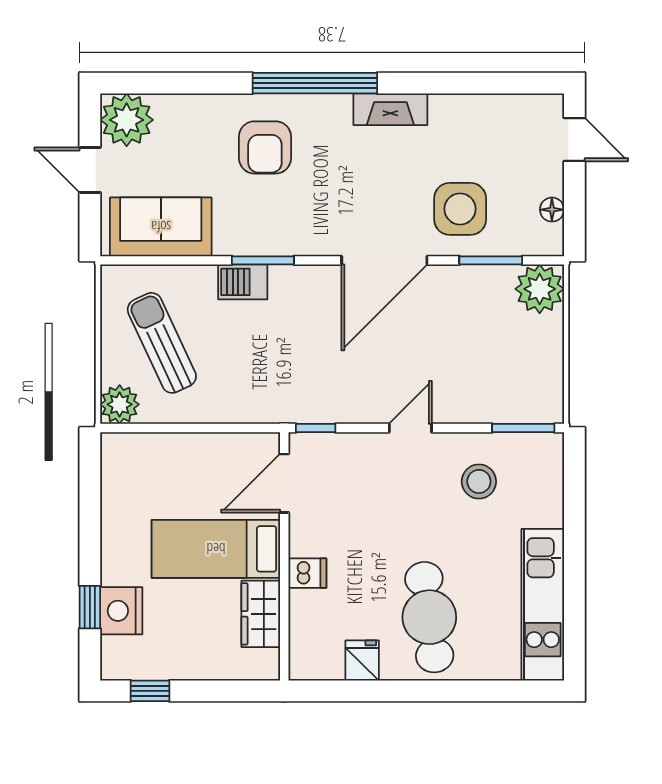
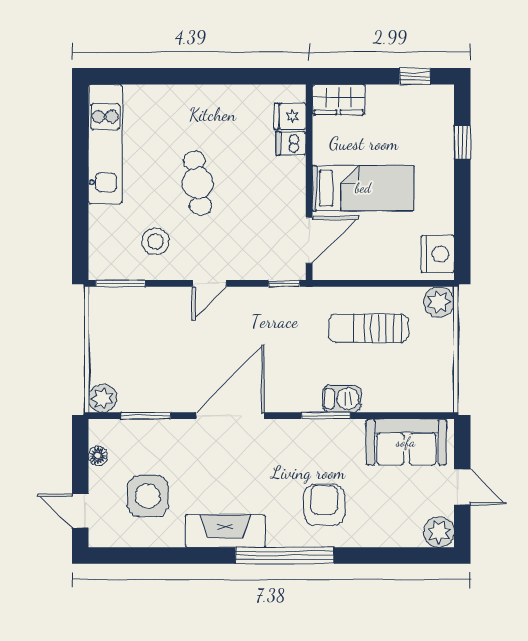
fireplace: (390, 109) -> (225, 531), width x1.37, depth x1.32
plant: (127, 120) -> (439, 532), width x0.73, depth x0.73
side table: (460, 209) -> (148, 496), moved
plant: (540, 289) -> (102, 398), width x0.73, depth x0.73
sun lounger: (162, 343) -> (368, 328), moved, turned 115
dishwasher: (307, 573) -> (291, 143), moved
nightstand: (121, 611) -> (438, 254), moved
wardrobe: (261, 614) -> (339, 100), moved, turned 90
cafe table: (429, 617) -> (198, 183), moved, width x0.73, depth x0.74
fridge: (362, 660) -> (290, 116), moved, turned 90

